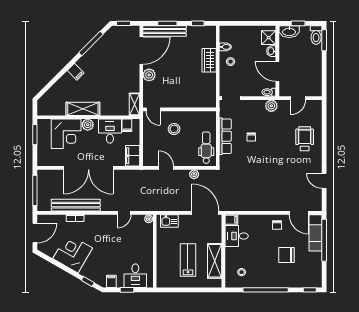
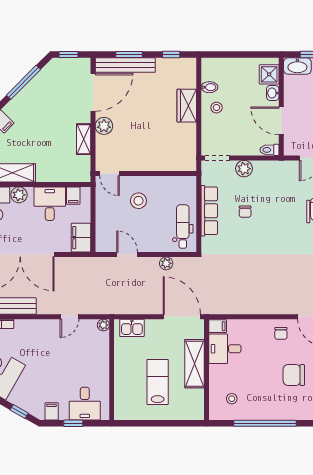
shelving: (134, 104) -> (84, 139), moved
plant: (271, 106) -> (244, 169), moved
shelving: (215, 261) -> (195, 364), moved

